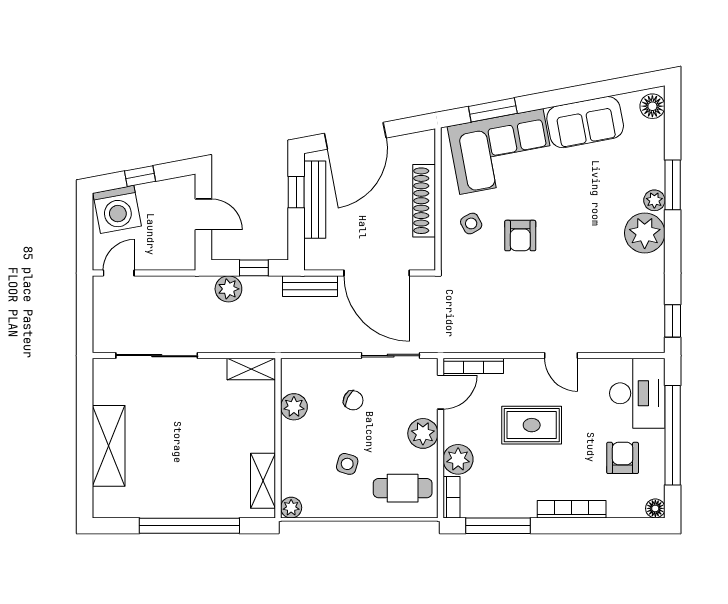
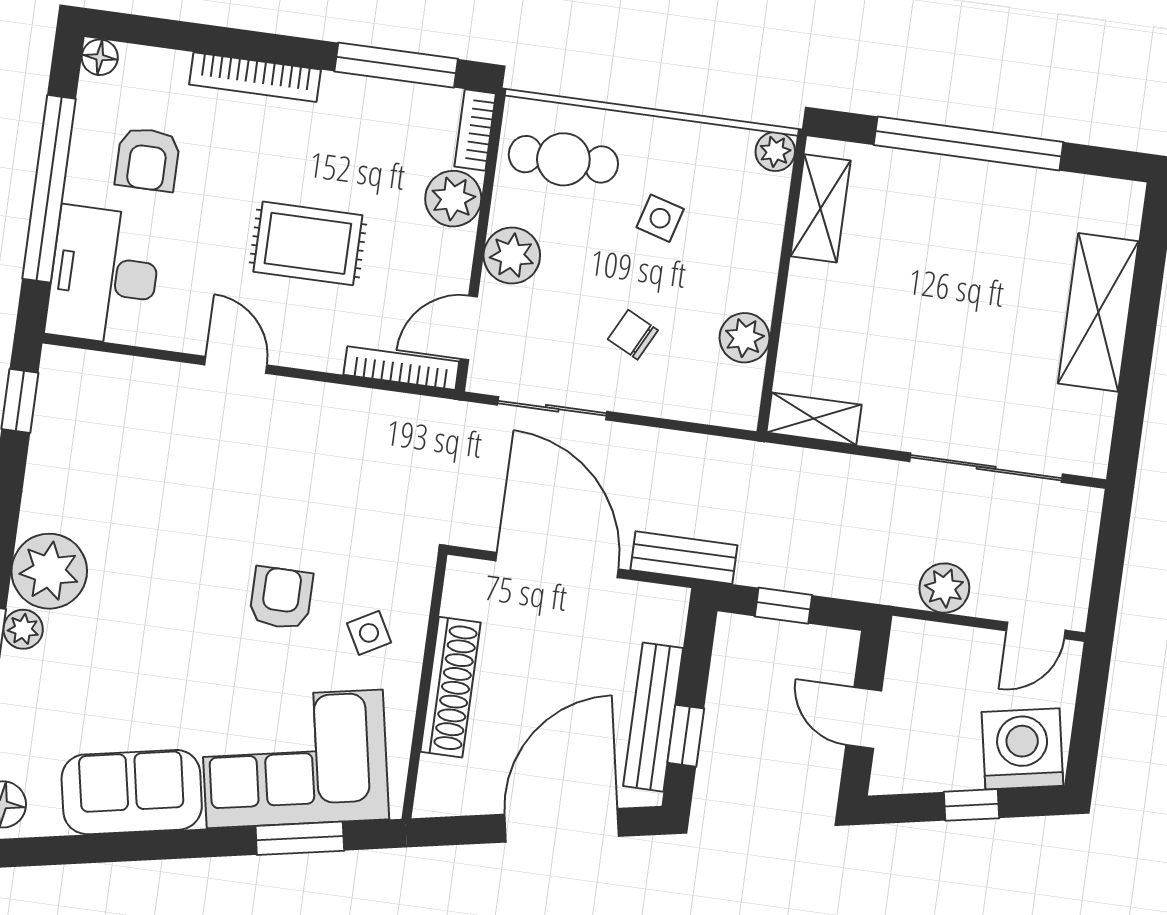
plant: (228, 289) -> (944, 588), moved

